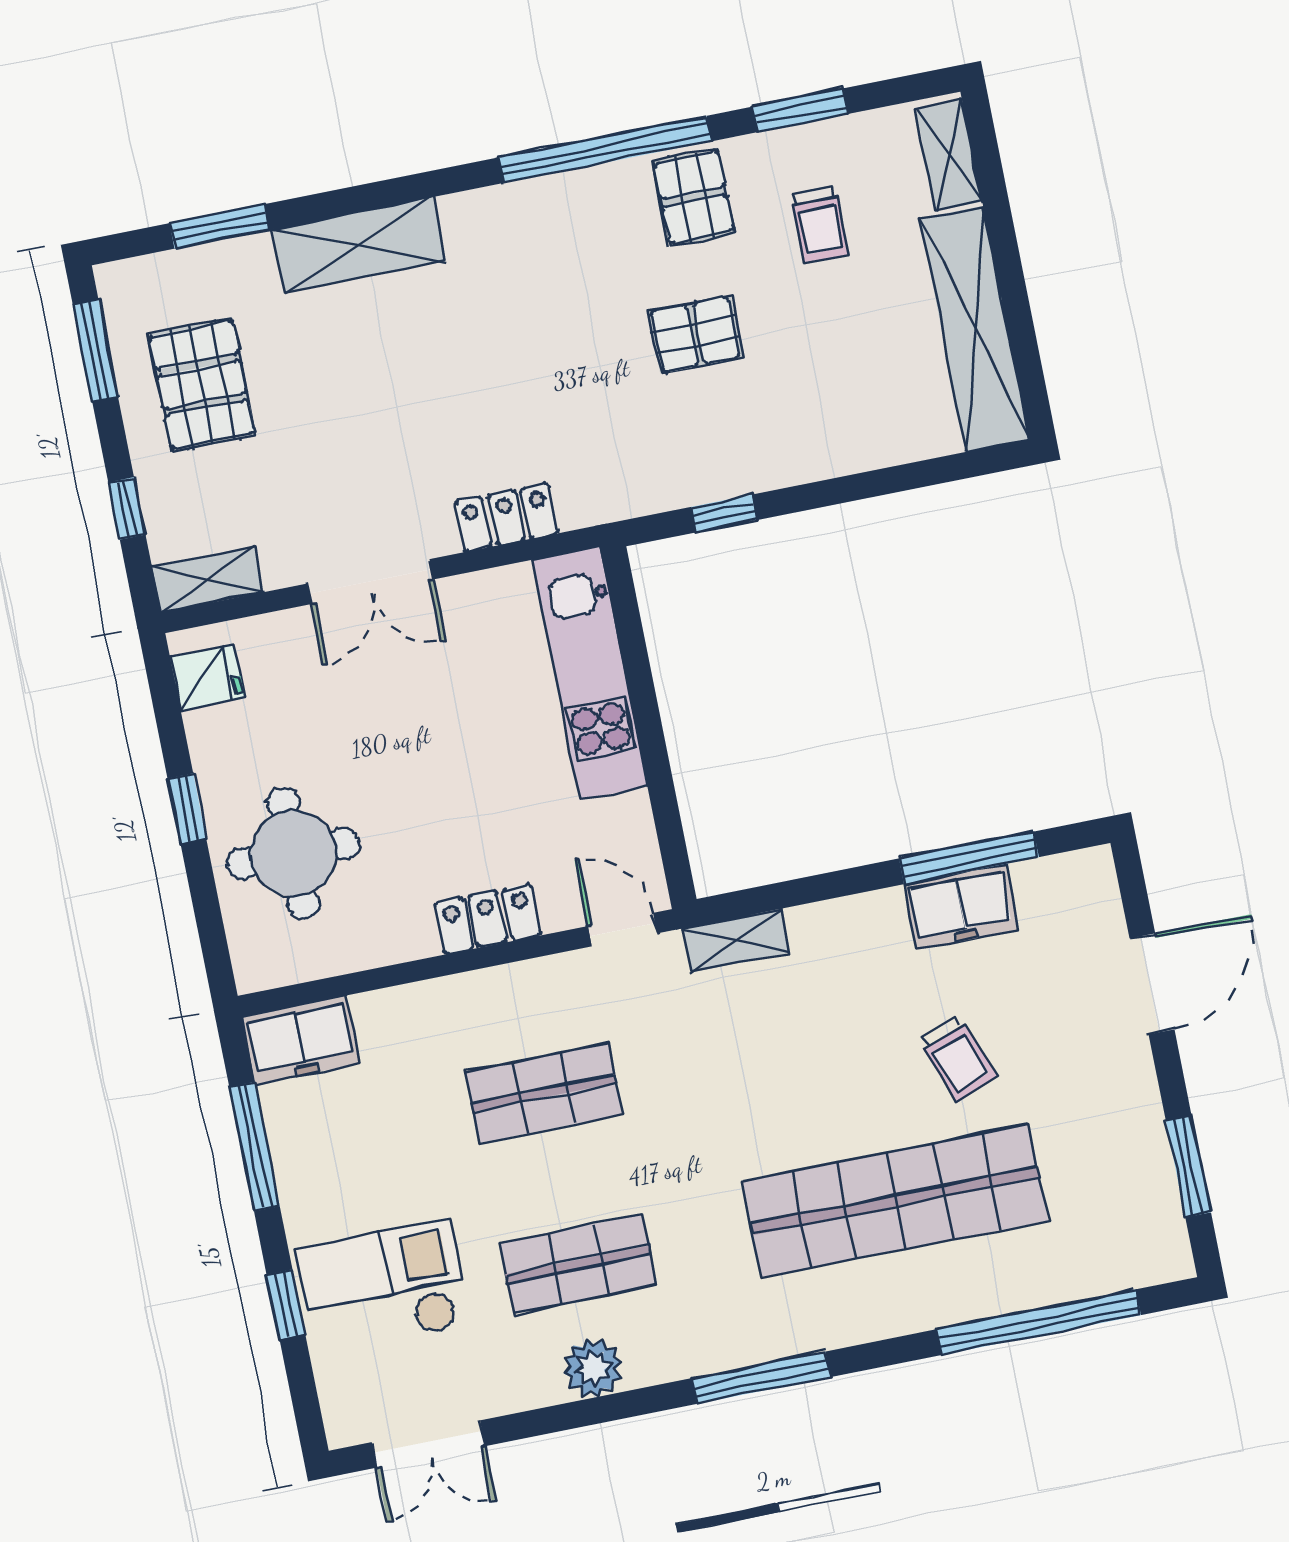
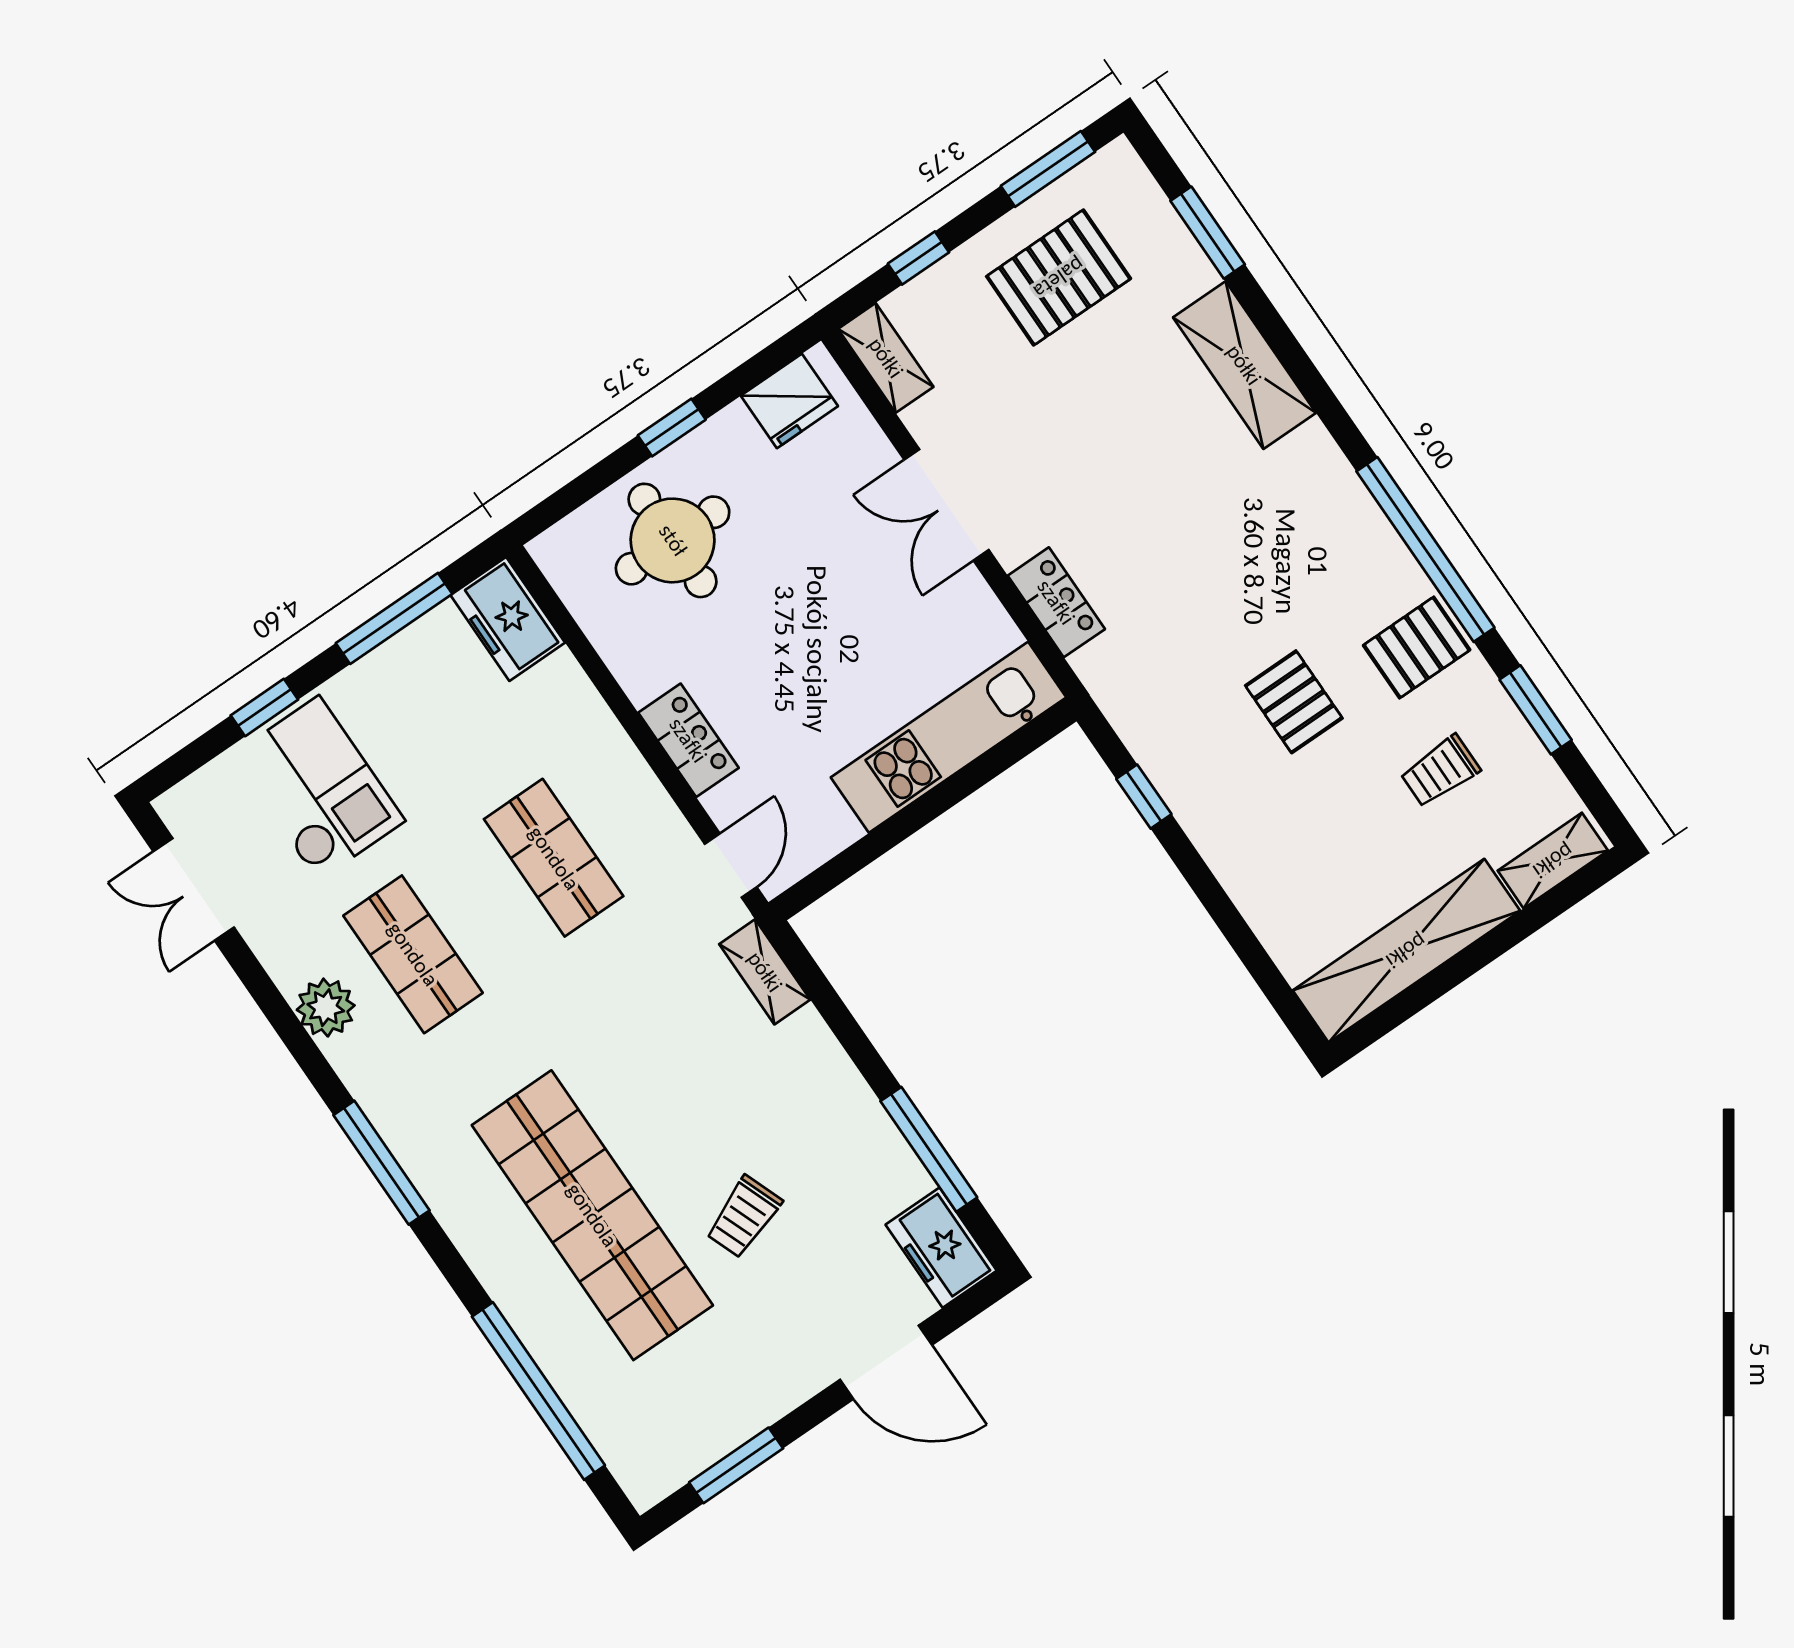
fridge: (207, 677) -> (789, 401), width x1.38
freezer: (961, 907) -> (941, 1248), moved

